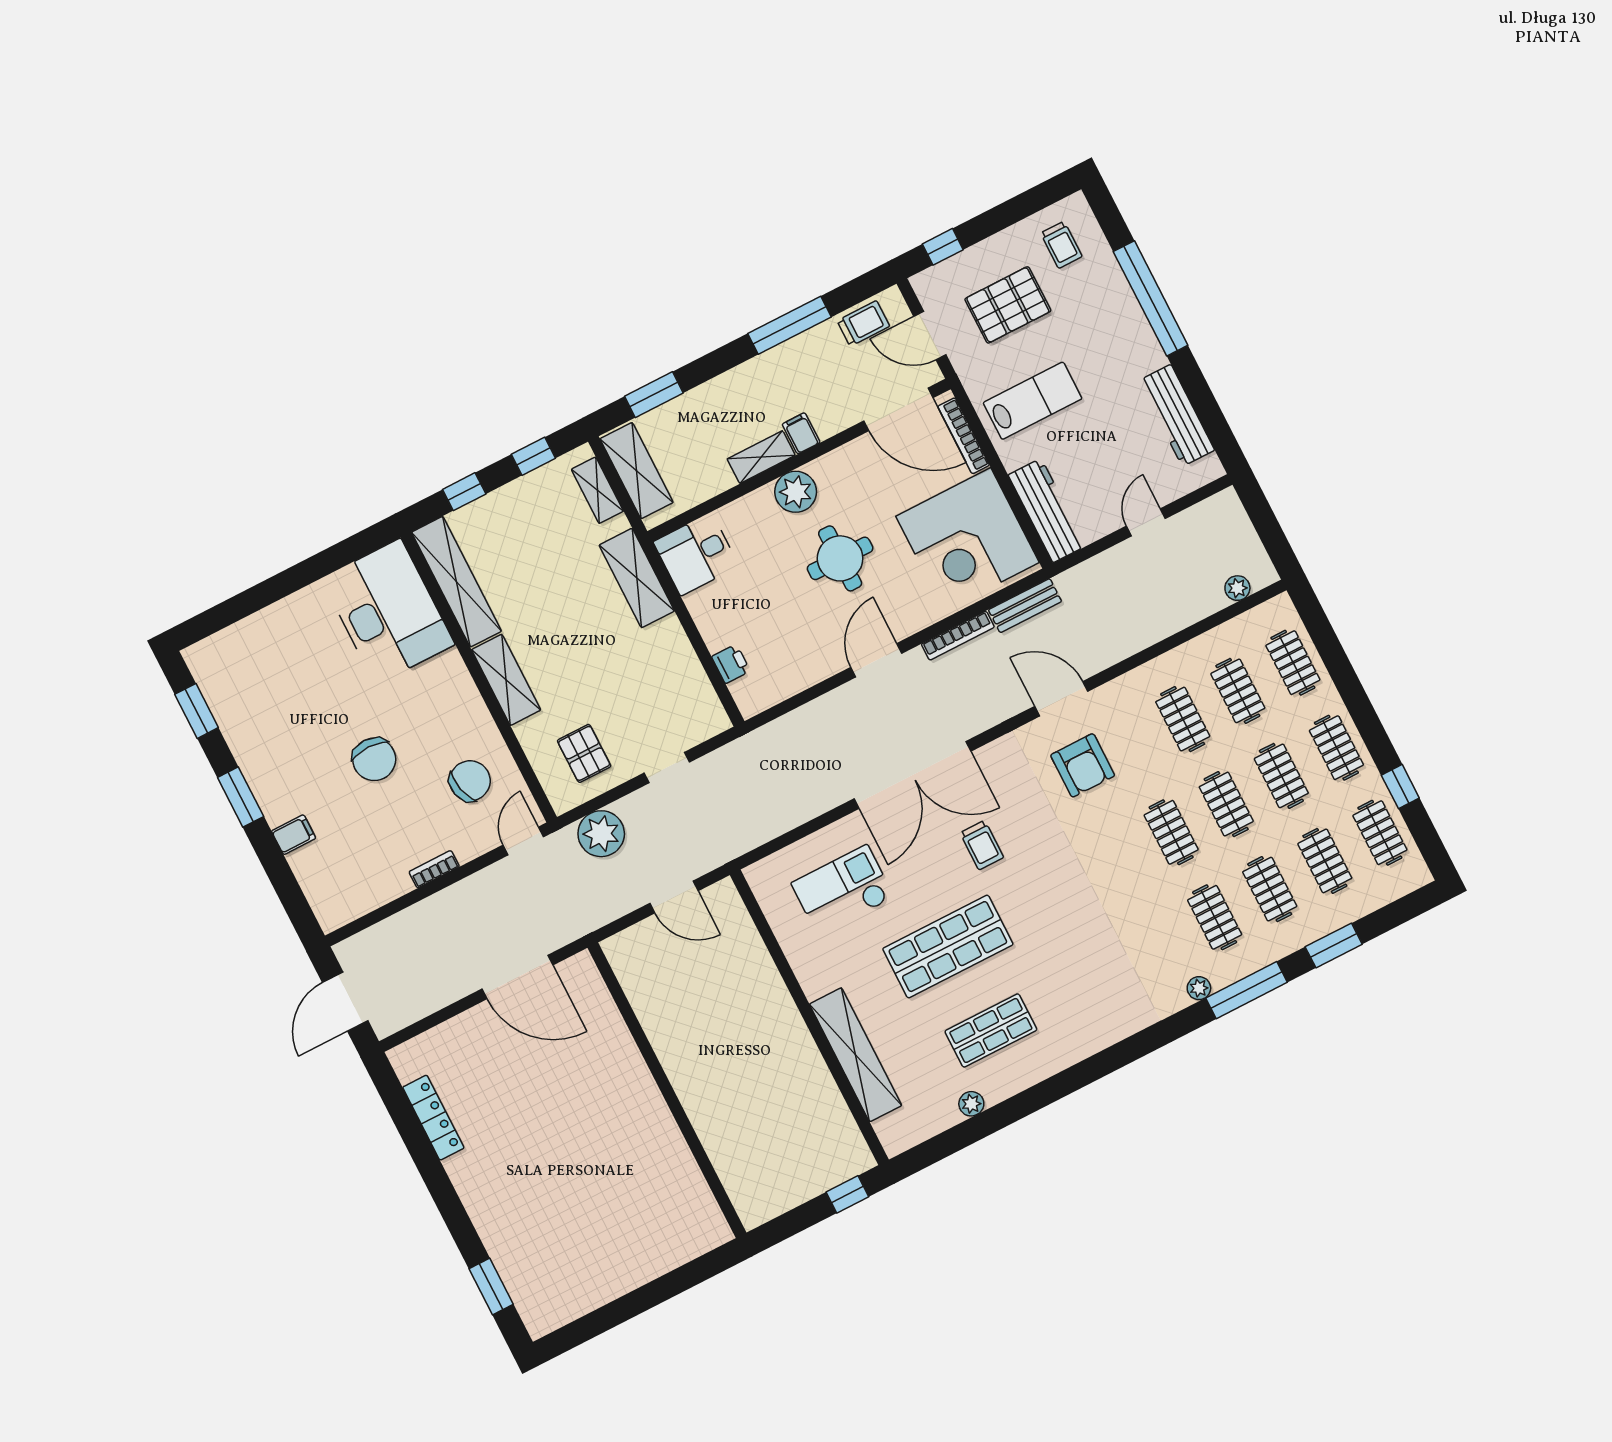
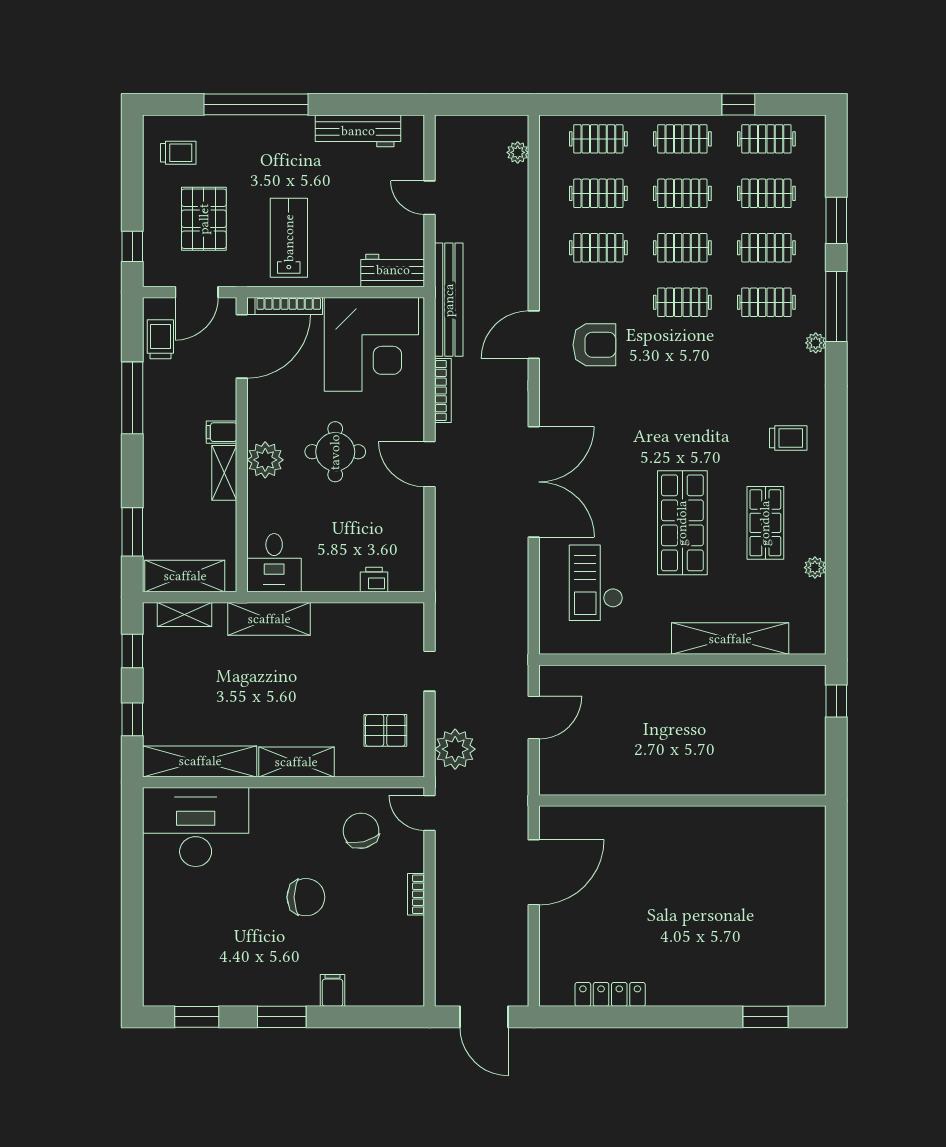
workbench: (1047, 511) -> (393, 270), width x0.73
bench: (1025, 606) -> (449, 300), width x1.86, depth x1.21
trolley: (982, 845) -> (788, 438), moved

